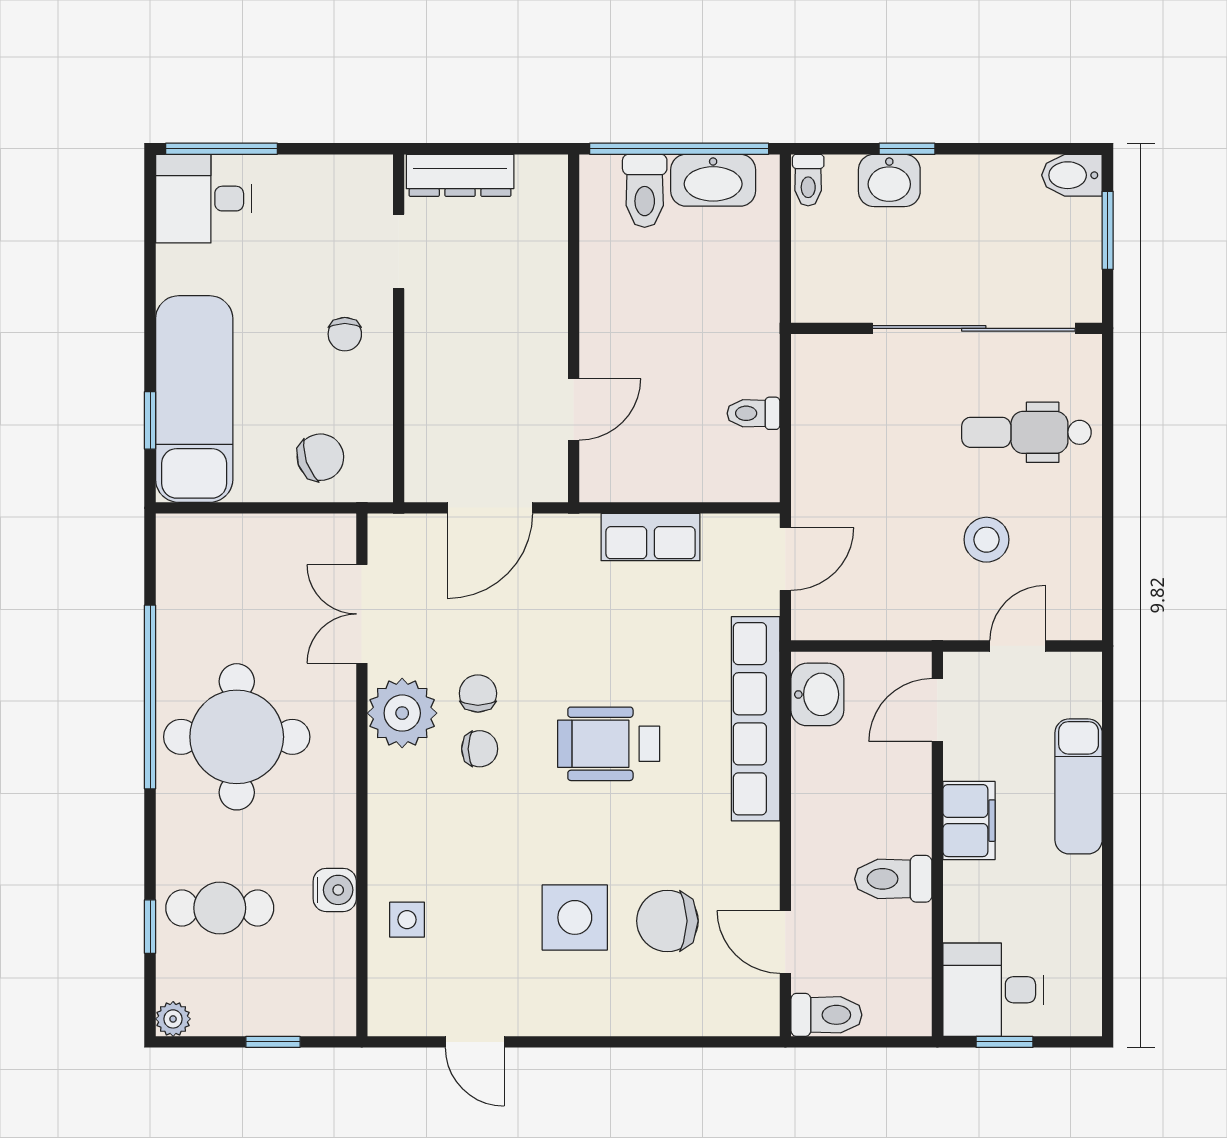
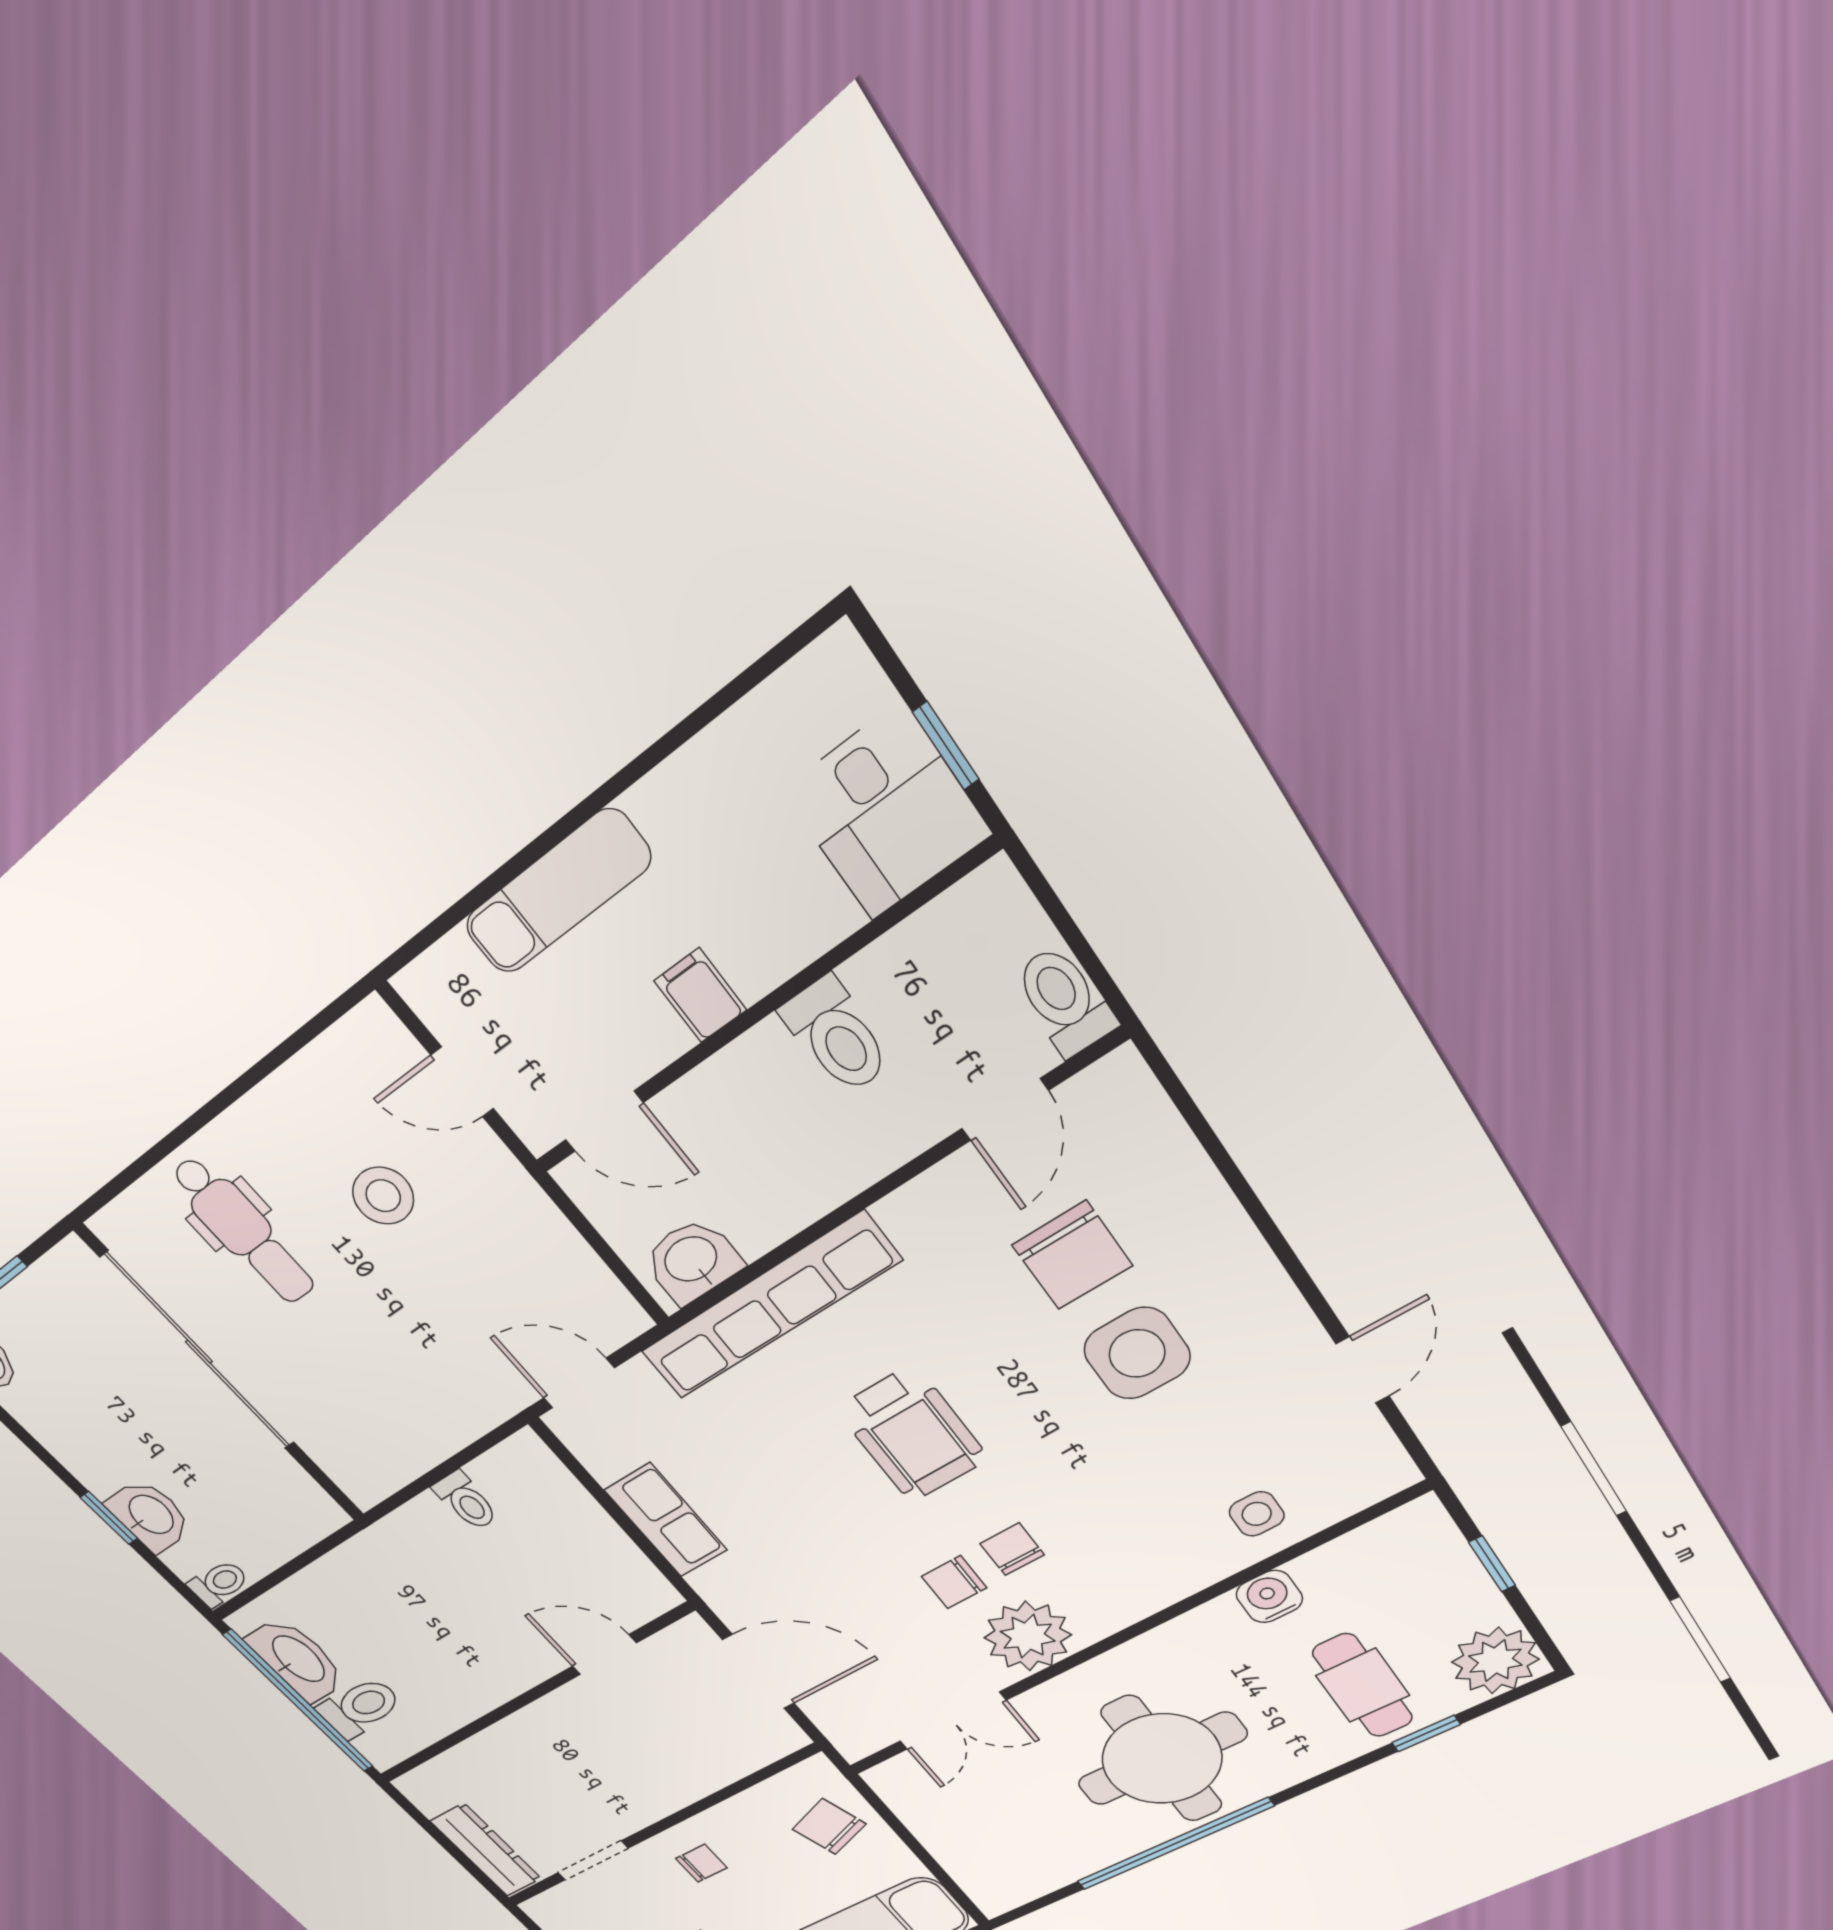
filing cabinet: (969, 821) -> (700, 995), width x0.50
plant: (173, 1019) -> (1495, 1661), width x1.87, depth x1.87

